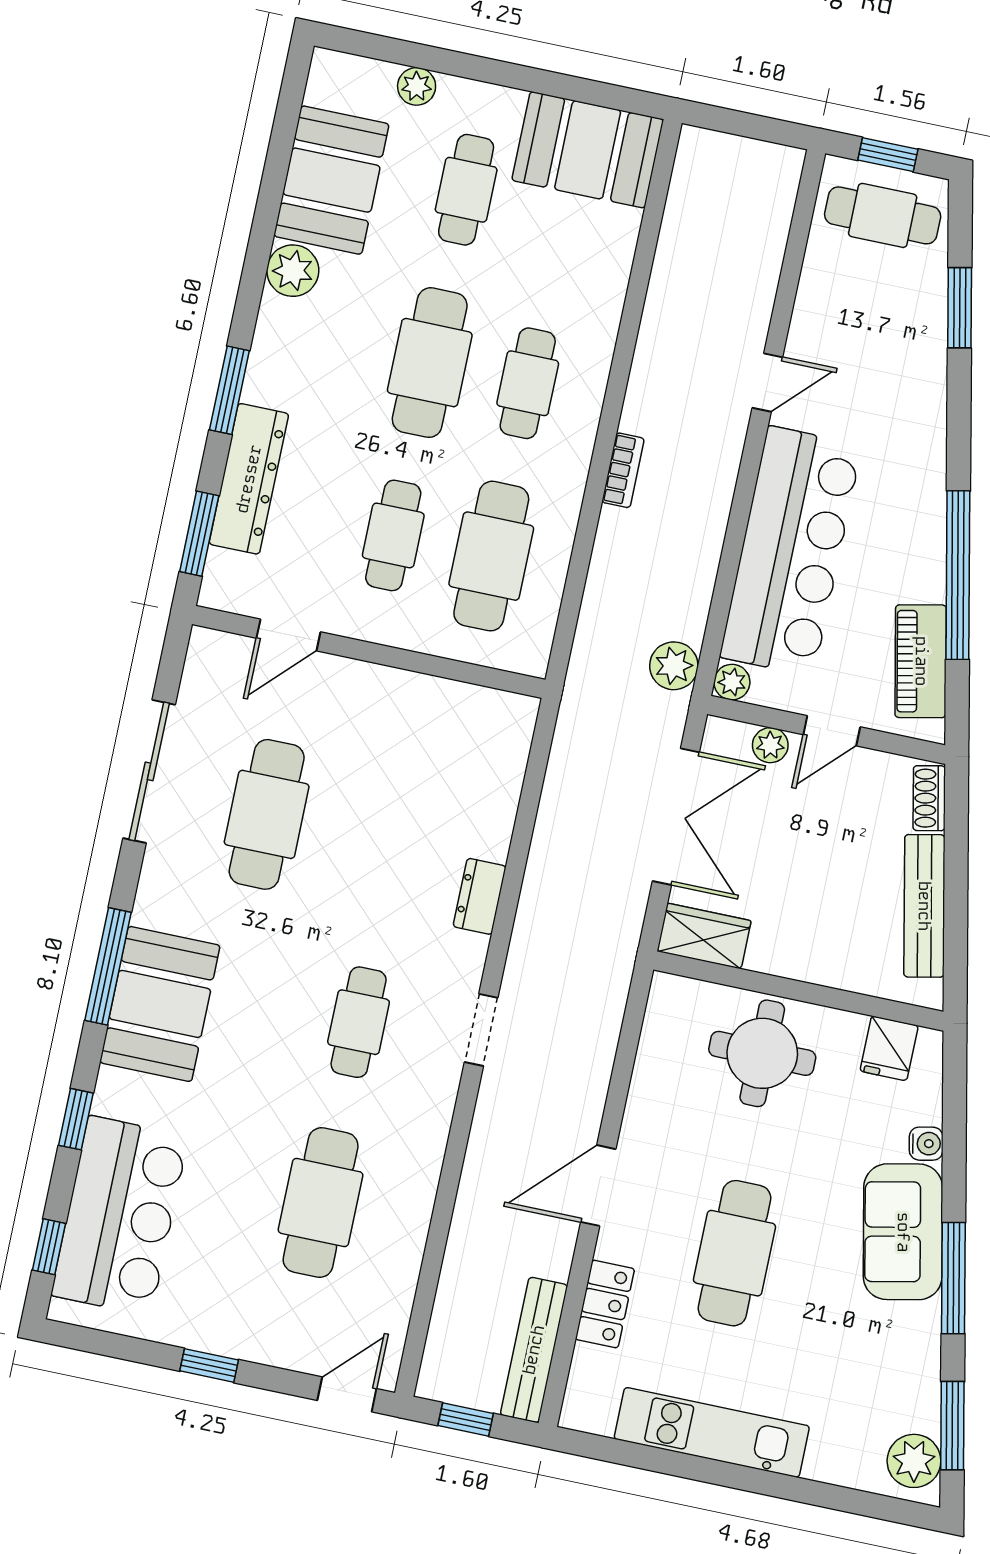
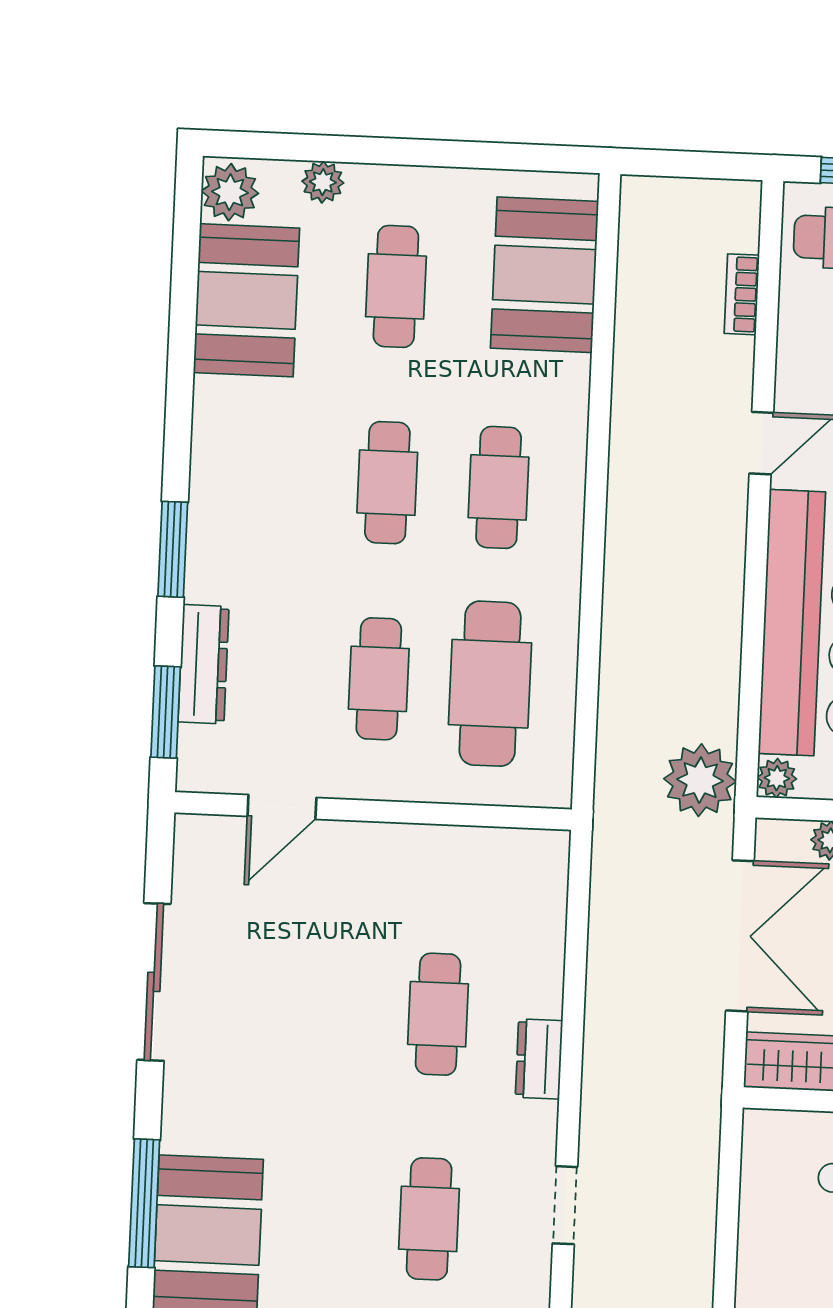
booth: (588, 150) -> (544, 275), moved, turned 90
plant: (293, 271) -> (230, 192), moved
cafe table: (430, 363) -> (387, 483), width x0.73, depth x0.74
bookcase: (623, 470) -> (742, 294), moved, turned 180
dresser: (249, 479) -> (204, 664), width x0.73, depth x0.80
plant: (674, 666) -> (700, 780), width x1.36, depth x1.36
cafe table: (267, 814) -> (438, 1014), moved, width x0.73, depth x0.74

